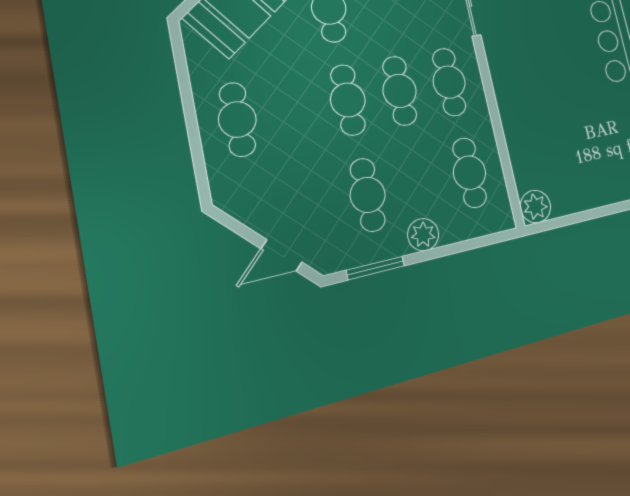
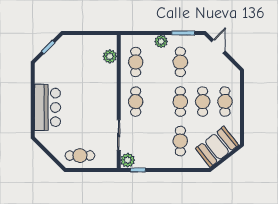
cafe table: (400, 91) -> (203, 102), moved
plant: (535, 207) -> (110, 56), moved
door: (281, 255) -> (218, 46), hinge flipped

